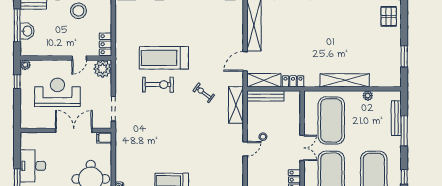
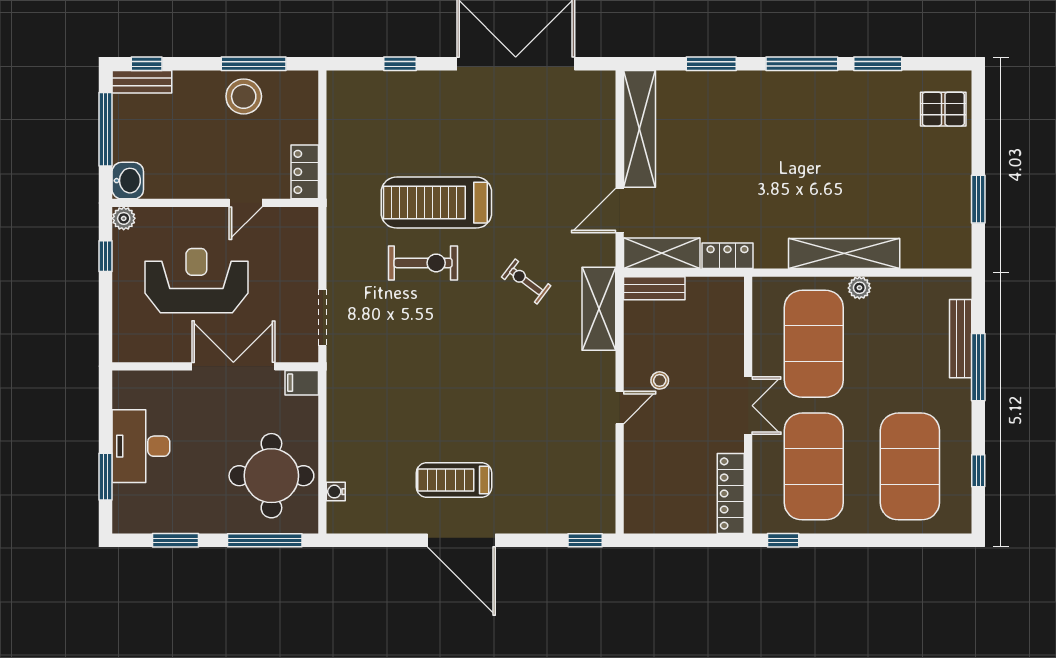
pallet: (389, 16) -> (943, 109), turned 90
washbasin: (27, 31) -> (128, 181), moved
plant: (103, 69) -> (298, 227), removed
bench: (265, 96) -> (654, 288), width x0.73
plant: (368, 96) -> (859, 288), moved

